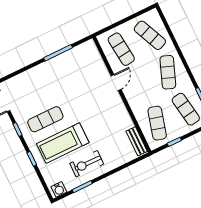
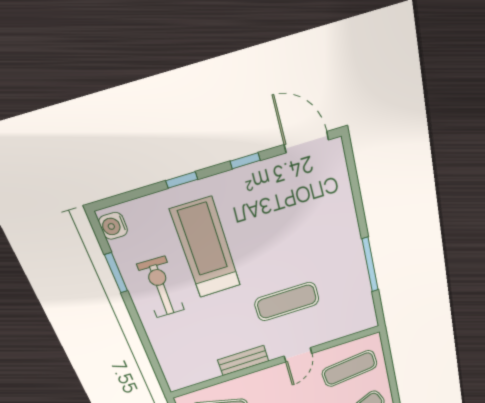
door: (116, 83) -> (298, 355), hinge flipped
exercise mat: (45, 119) -> (287, 302), moved, turned 90
bench: (137, 141) -> (243, 361), moved

